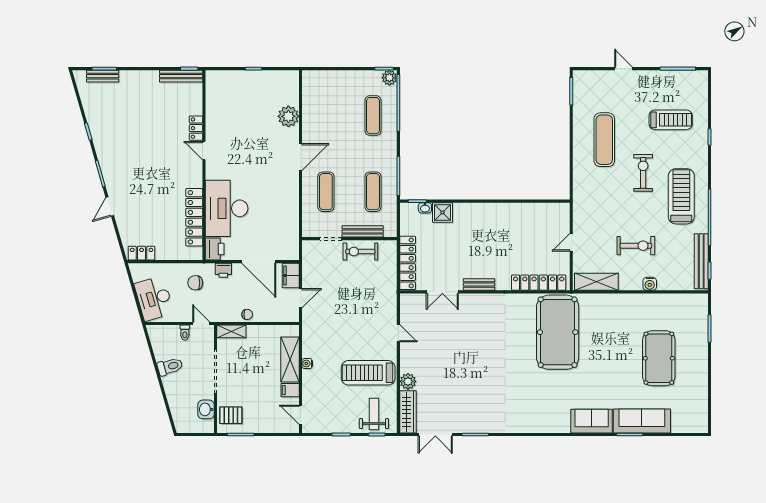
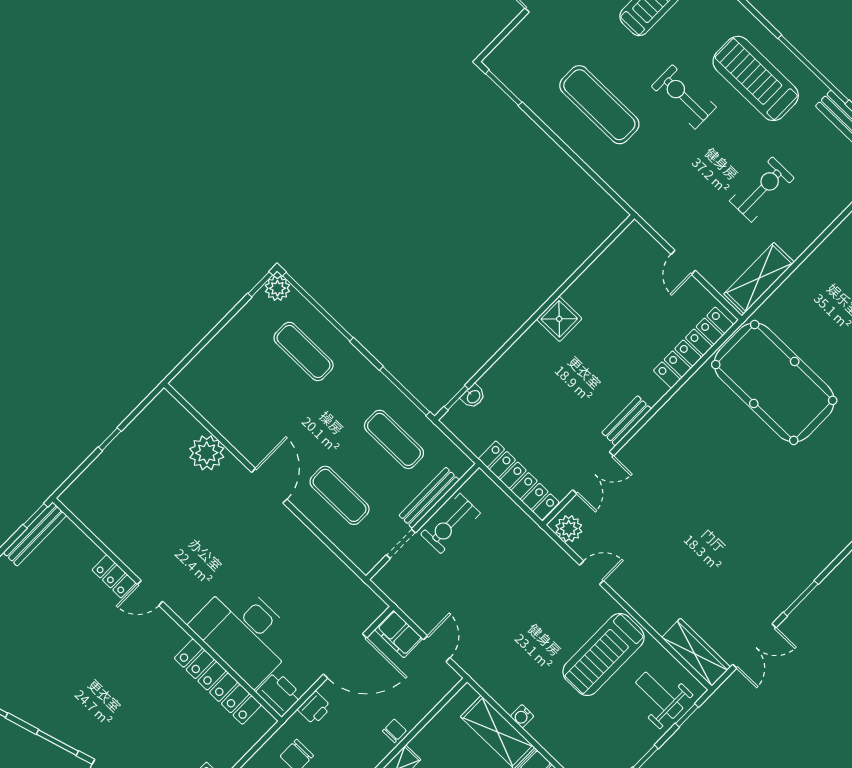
shower: (443, 212) -> (559, 319), moved
water cooler: (650, 284) -> (823, 217), removed
plant: (408, 381) -> (569, 529), moved

